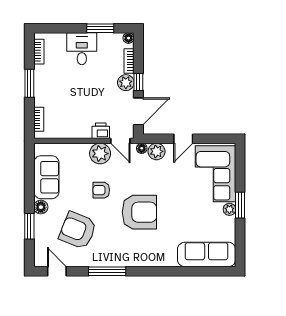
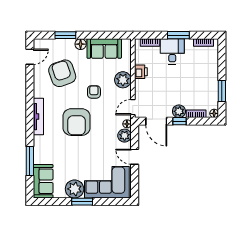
desk: (82, 49) -> (172, 51), moved, turned -90
printer: (101, 131) -> (141, 72), moved
plant: (100, 154) -> (123, 80), moved
plant: (229, 209) -> (75, 189), width x1.87, depth x1.87
armchair: (78, 230) -> (62, 73), turned -41
sofa: (207, 254) -> (43, 181), width x0.73
tv unit: (132, 261) -> (38, 117), added
window: (107, 271) -> (30, 161), moved

